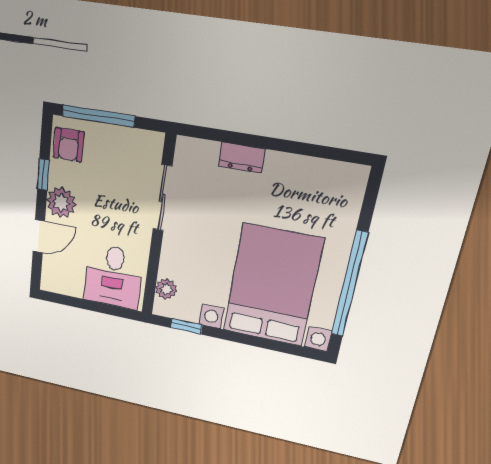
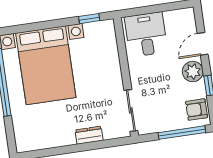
armchair: (69, 145) -> (197, 109), turned -90
sliding door: (162, 198) -> (131, 110), moved
plant: (166, 289) -> (110, 39), removed

